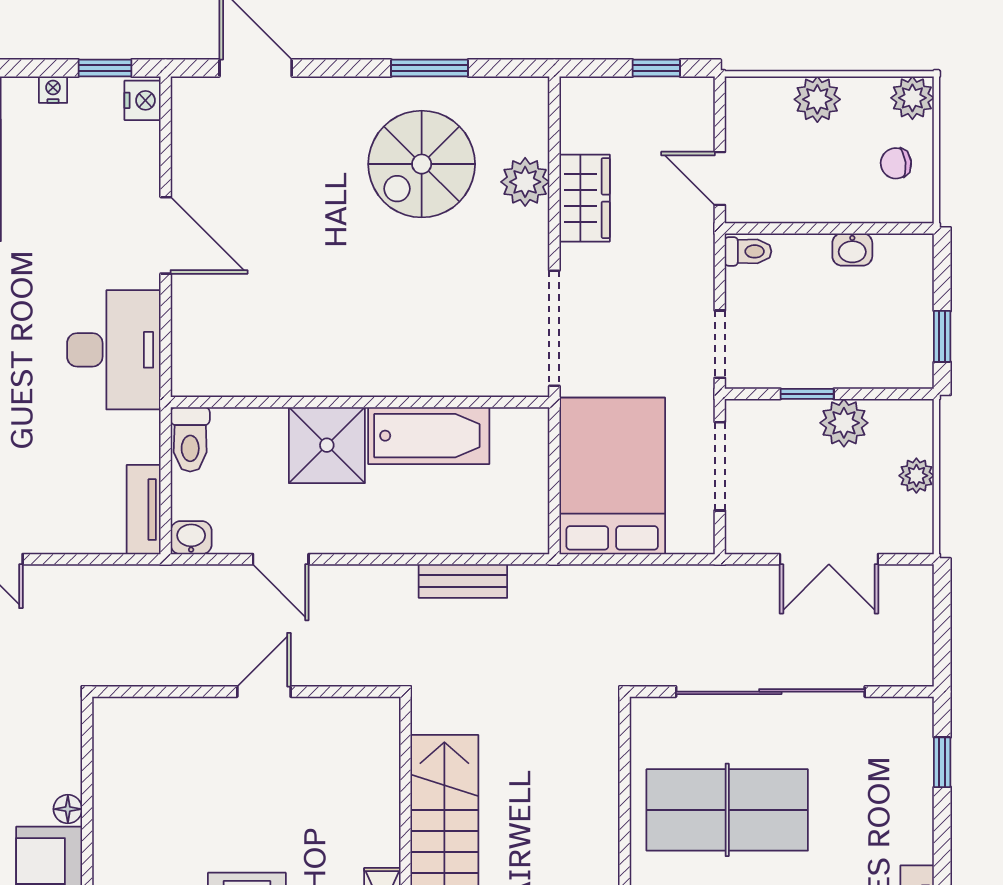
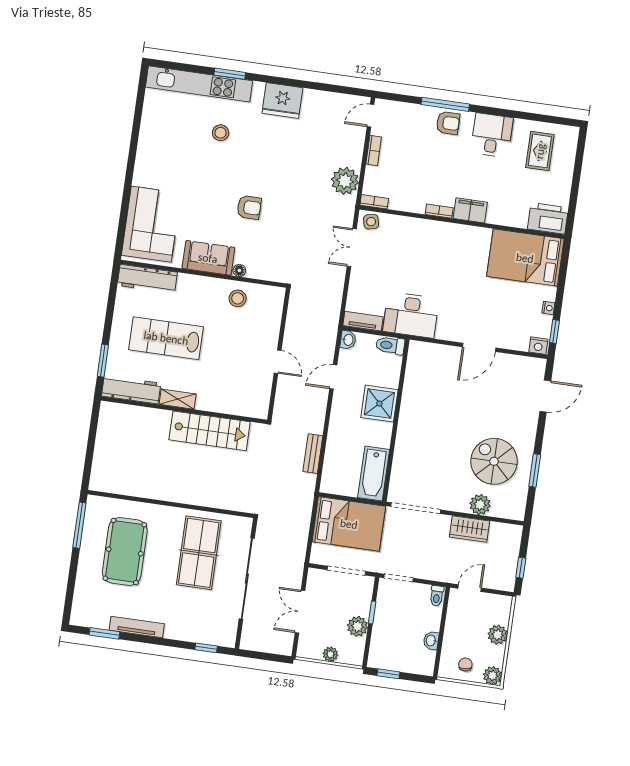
desk: (114, 350) -> (411, 315), moved
bathtub: (429, 436) -> (374, 474), moved
stool: (132, 804) -> (238, 298), added

